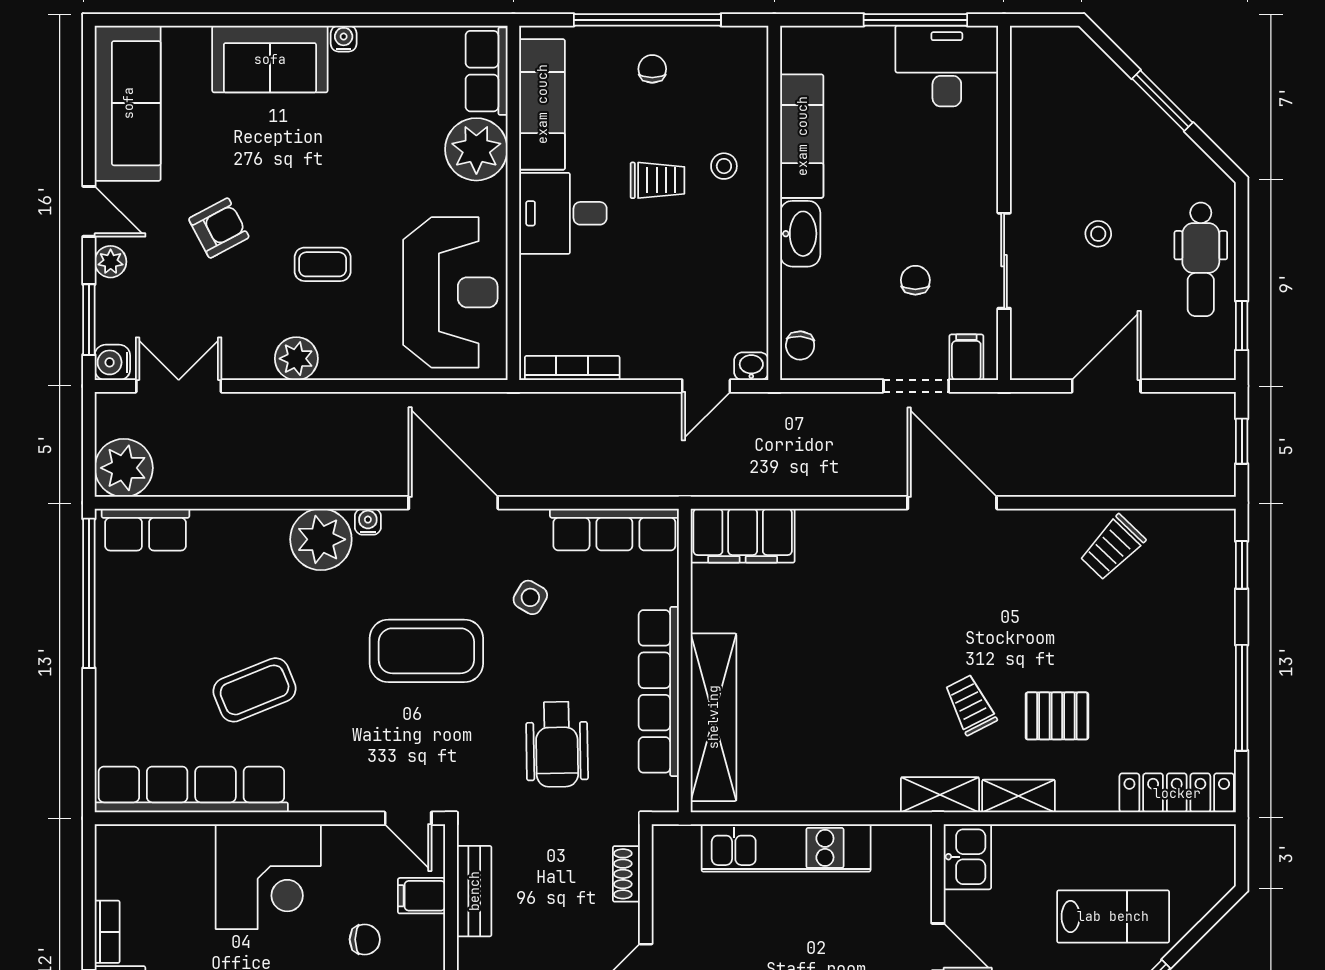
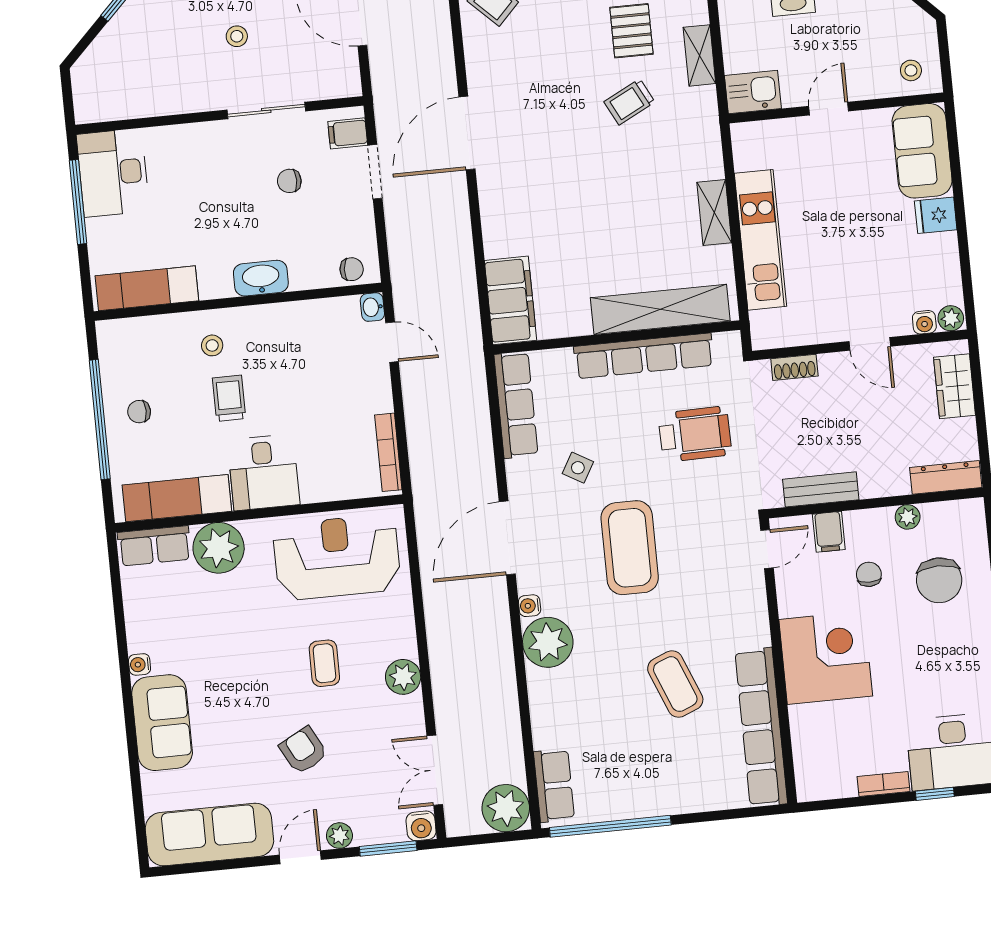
exam couch: (802, 136) -> (147, 288), moved
shelving: (940, 795) -> (714, 213), moved

